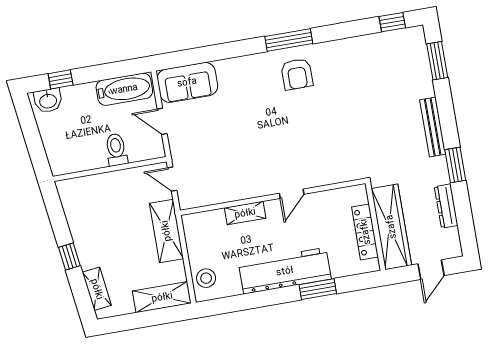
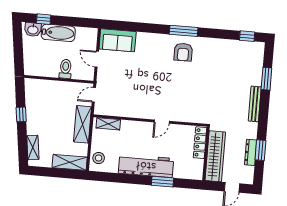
window: (437, 61) -> (266, 79), moved
bathtub: (124, 89) -> (58, 33), moved
window: (455, 165) -> (260, 150), moved
door: (172, 179) -> (94, 95), hinge flipped
shelving: (245, 213) -> (108, 124), moved
locker: (365, 232) -> (200, 143), moved
window: (69, 257) -> (21, 114), moved

